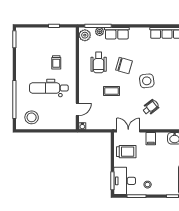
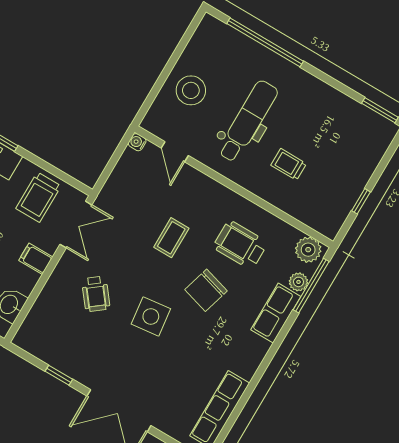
stool: (32, 117) -> (191, 90), moved

